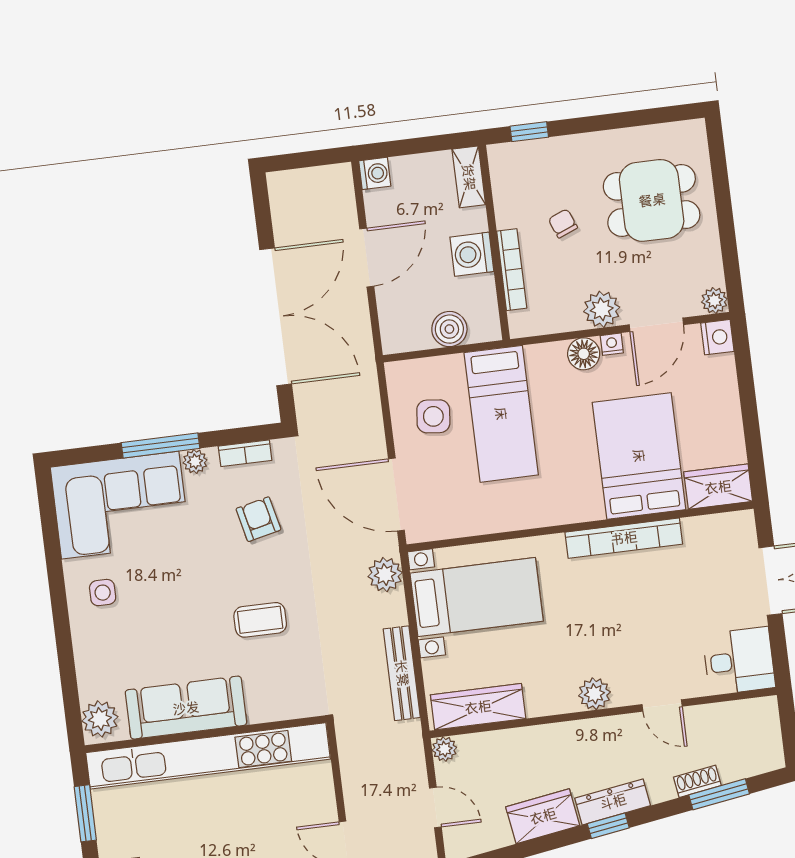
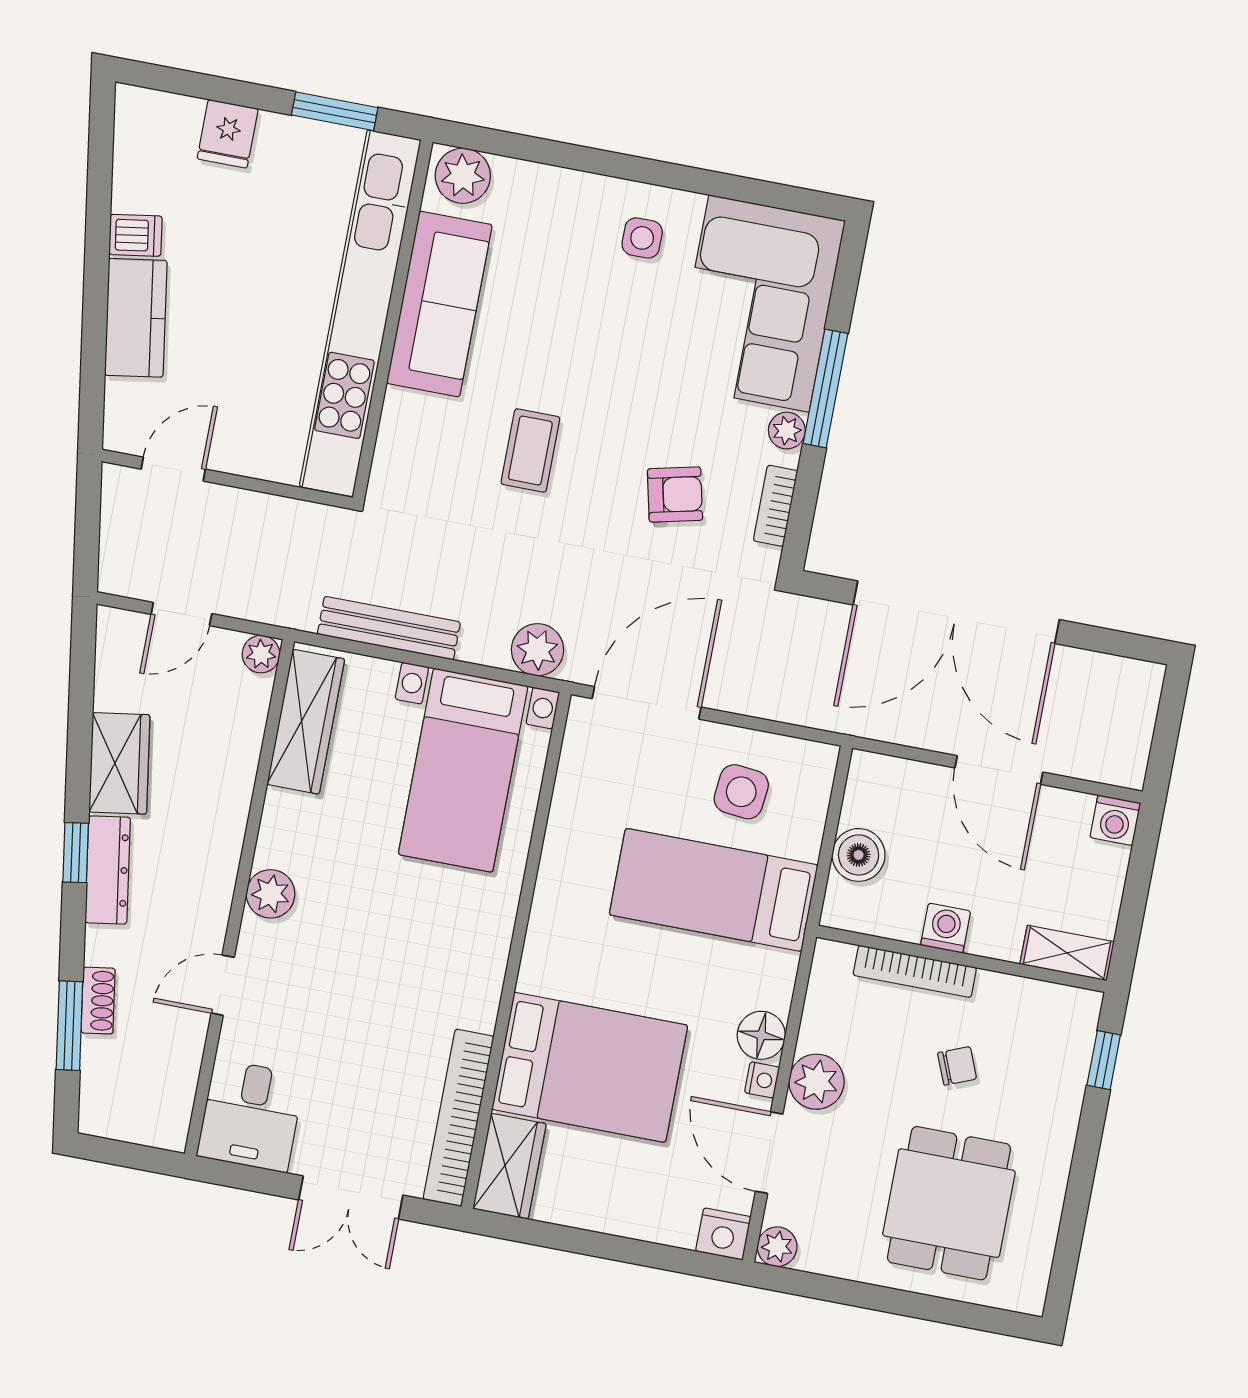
washing machine: (472, 254) -> (946, 928), width x0.73, depth x0.73
bookcase: (624, 538) -> (458, 1118), moved

